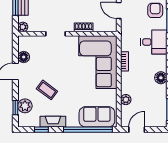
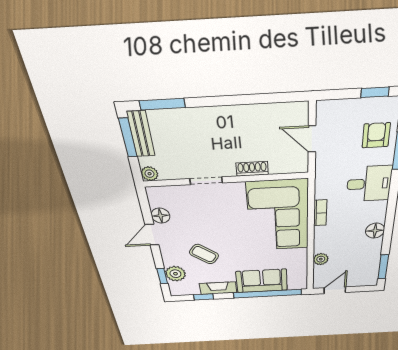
sofa: (97, 117) -> (262, 281), moved

